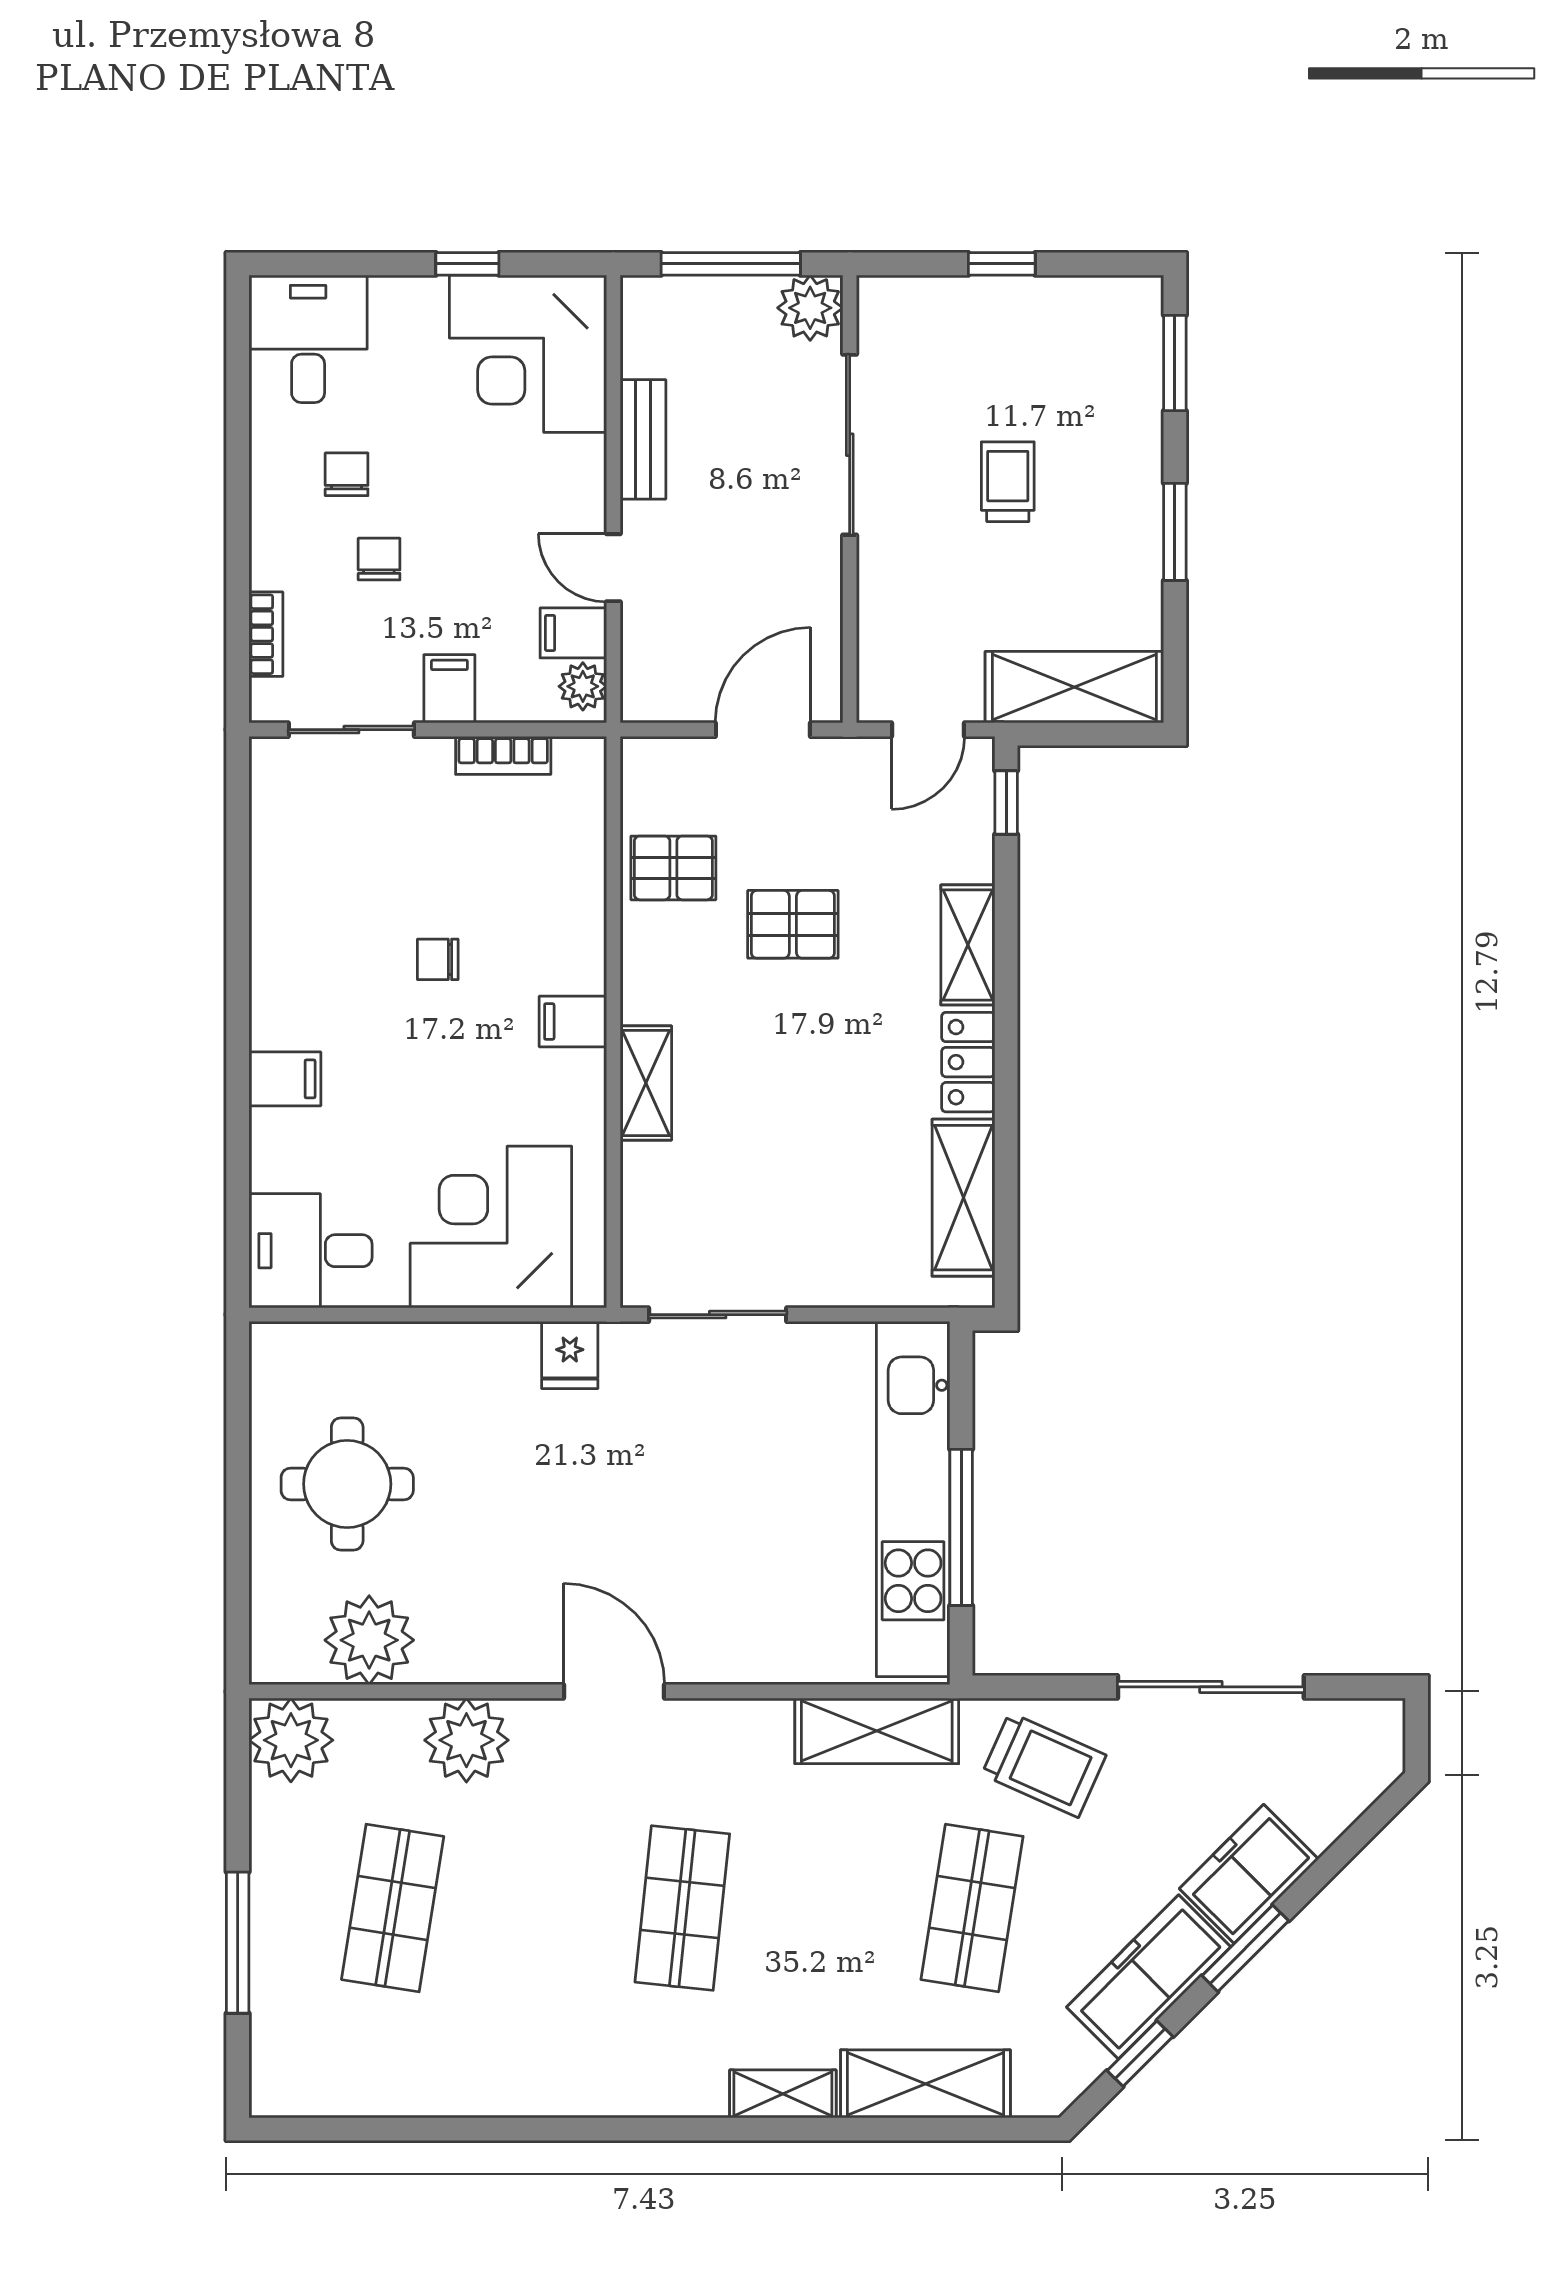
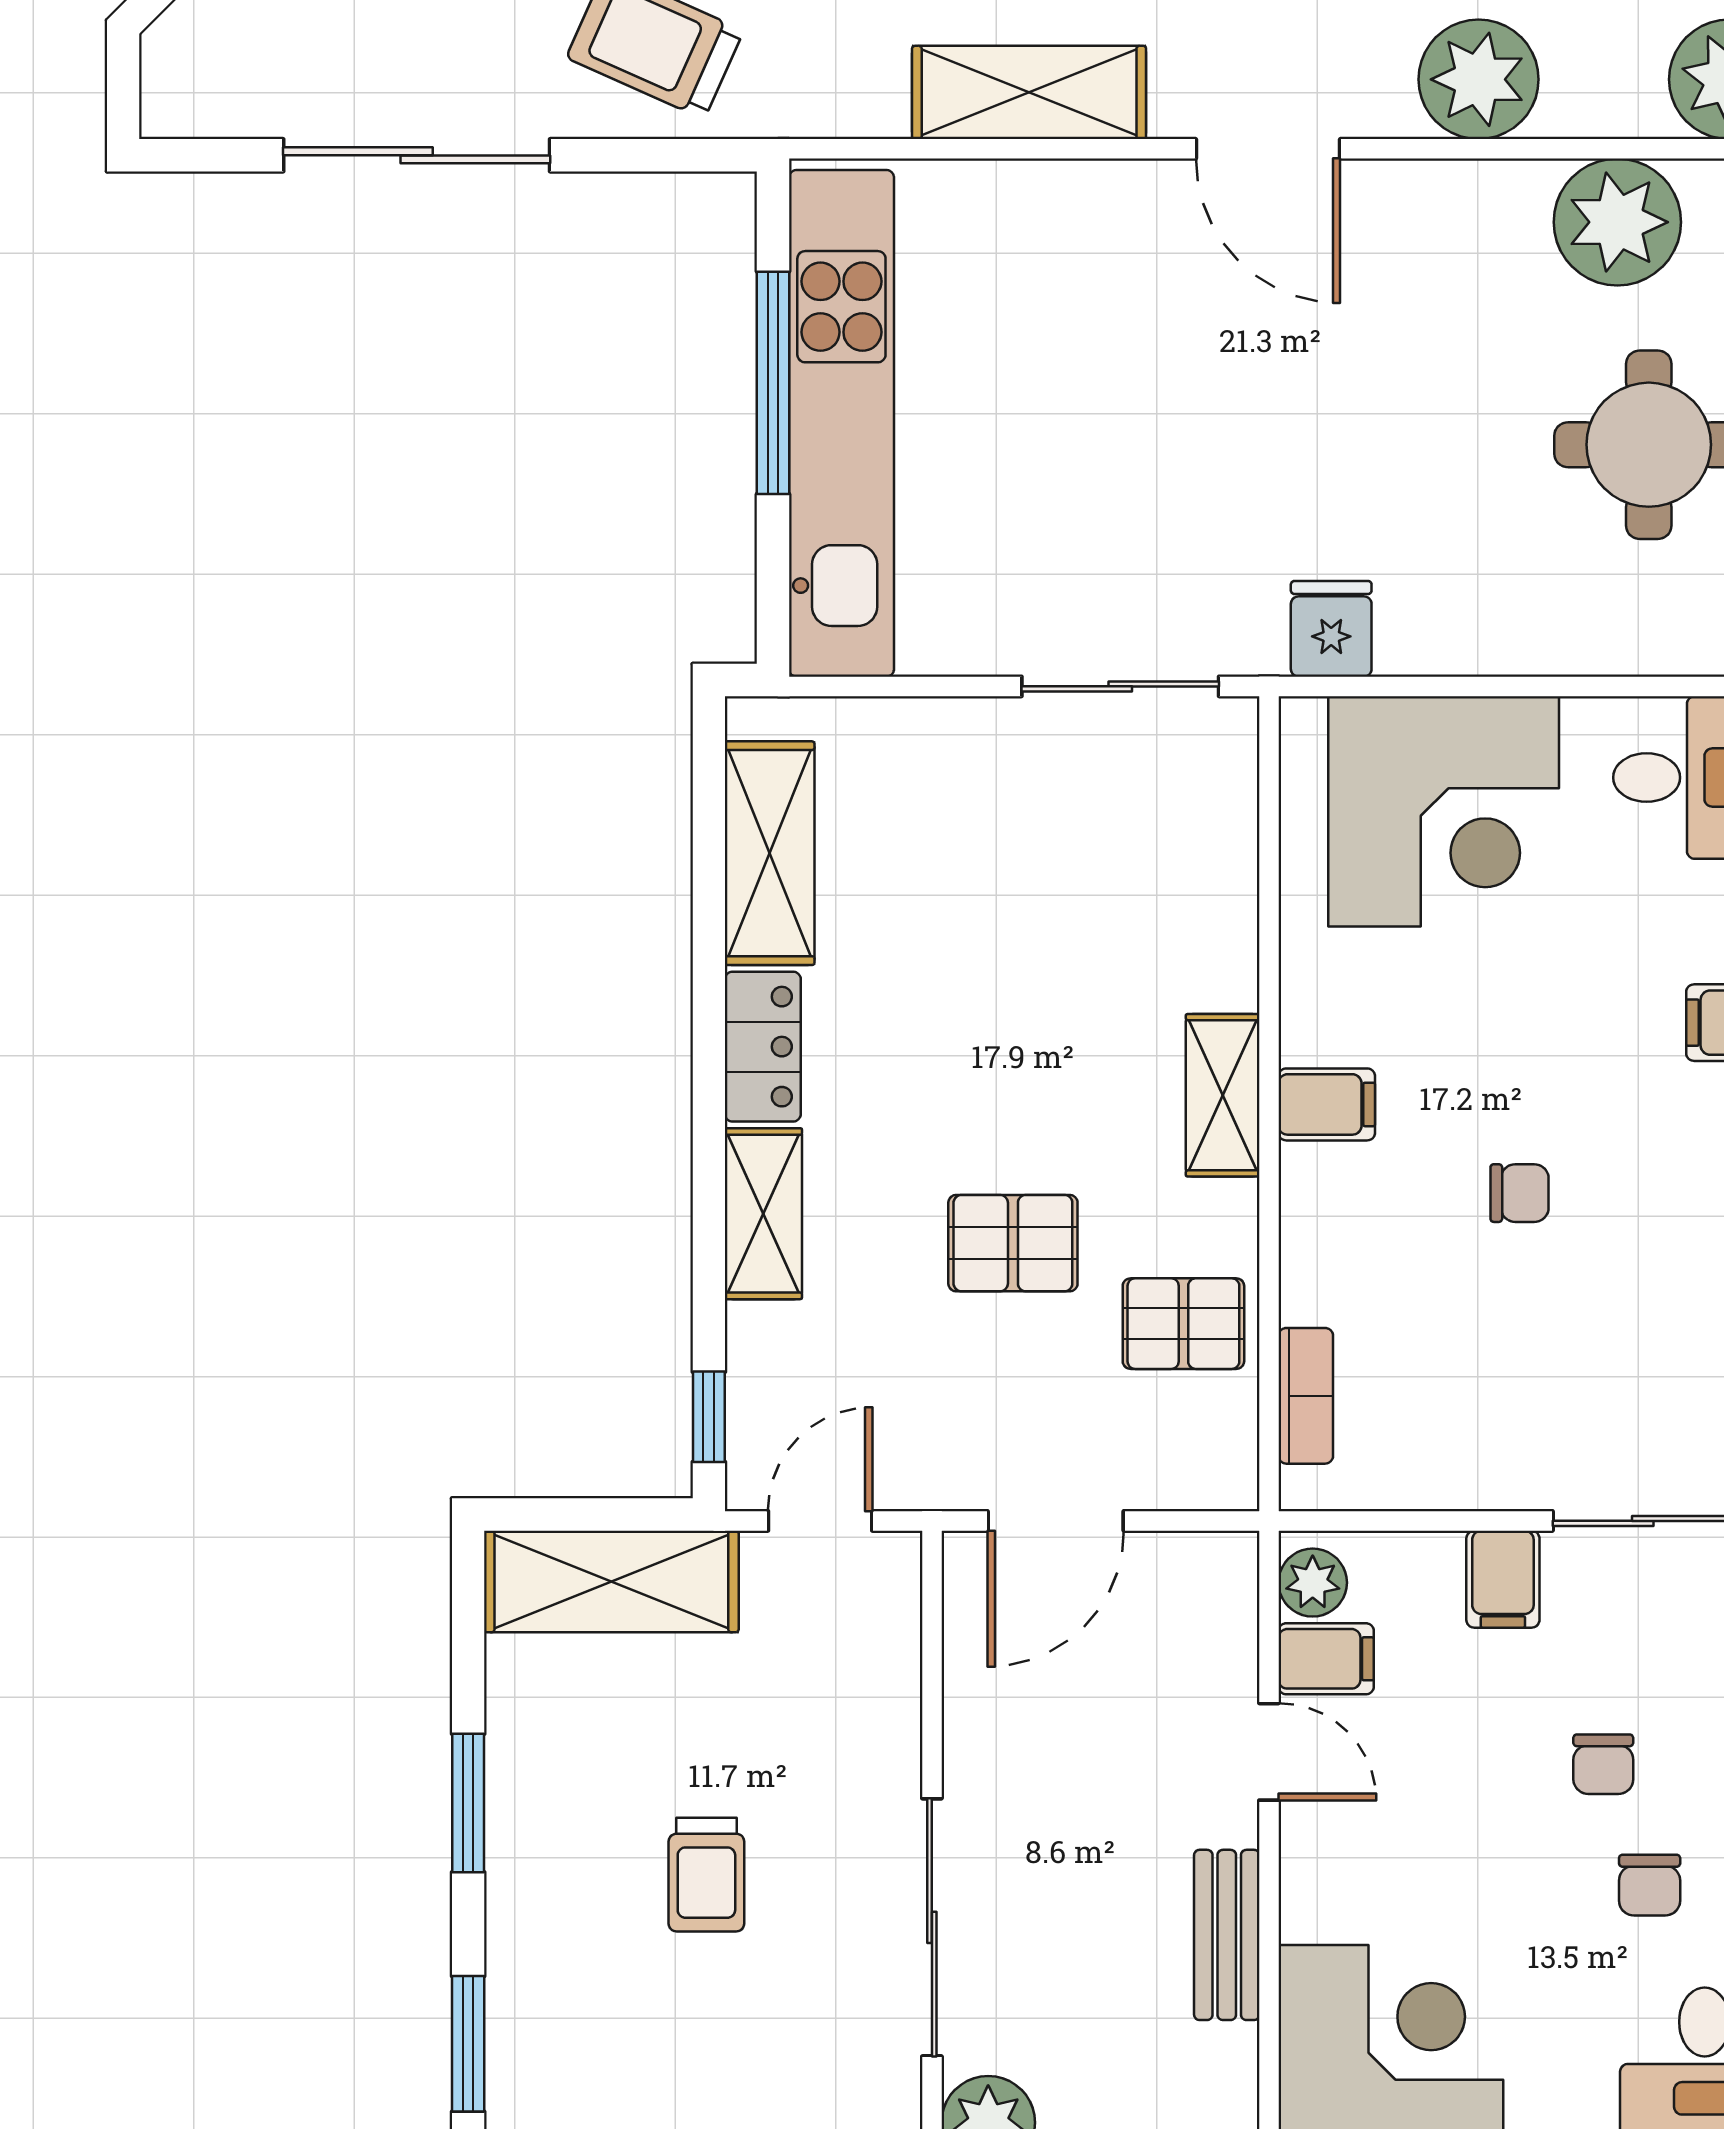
bookcase: (503, 755) -> (1306, 1396), moved, turned 90
shelving: (646, 1083) -> (1223, 1095), moved
shelving: (877, 1731) -> (1029, 92), moved

